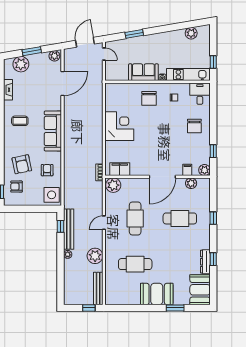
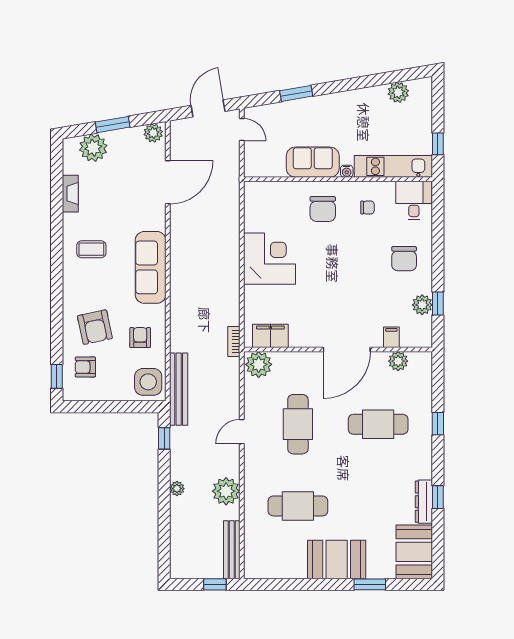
plant: (205, 170) -> (422, 305), moved
bench: (69, 229) -> (179, 389), moved

